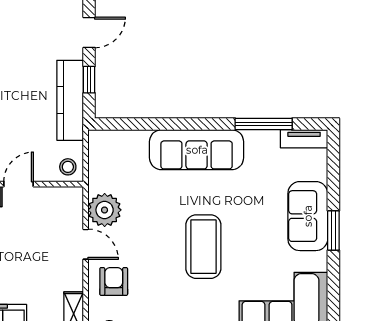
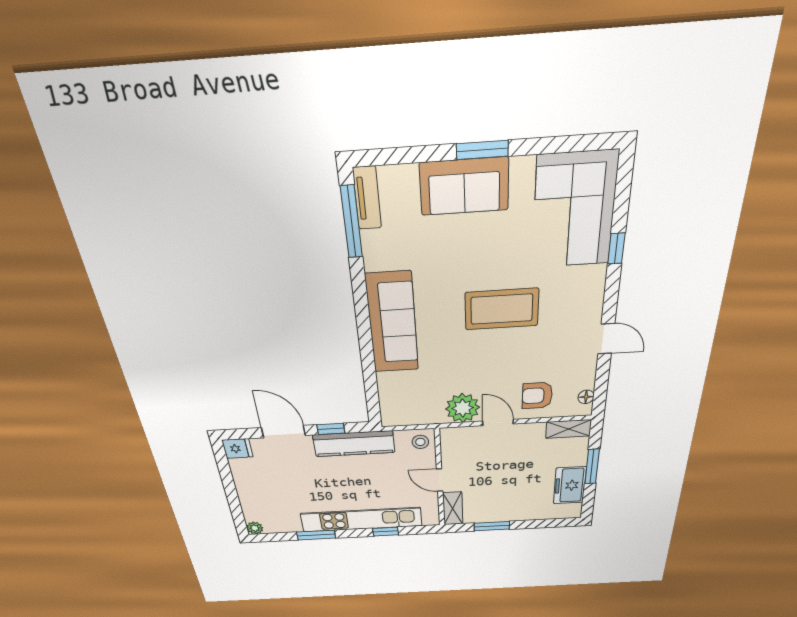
door: (89, 32) -> (283, 432), width x1.38
window: (264, 124) -> (351, 222), moved
door: (86, 244) -> (498, 423), hinge flipped

